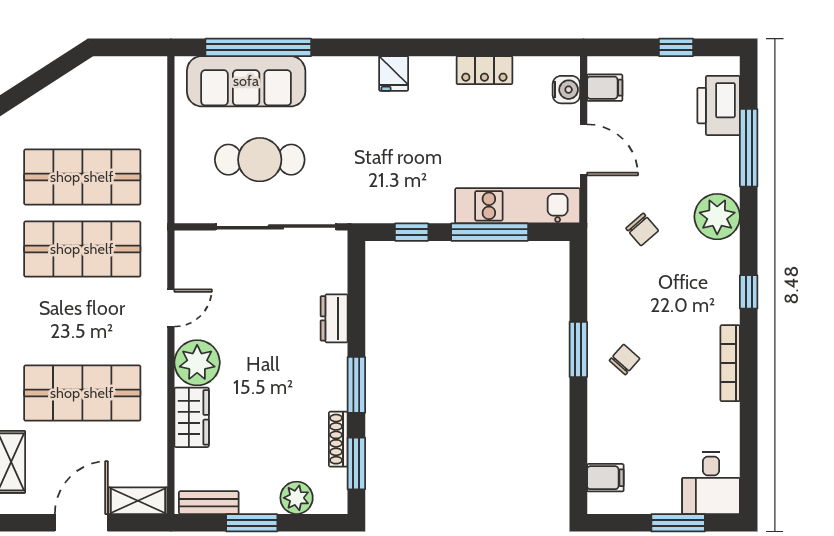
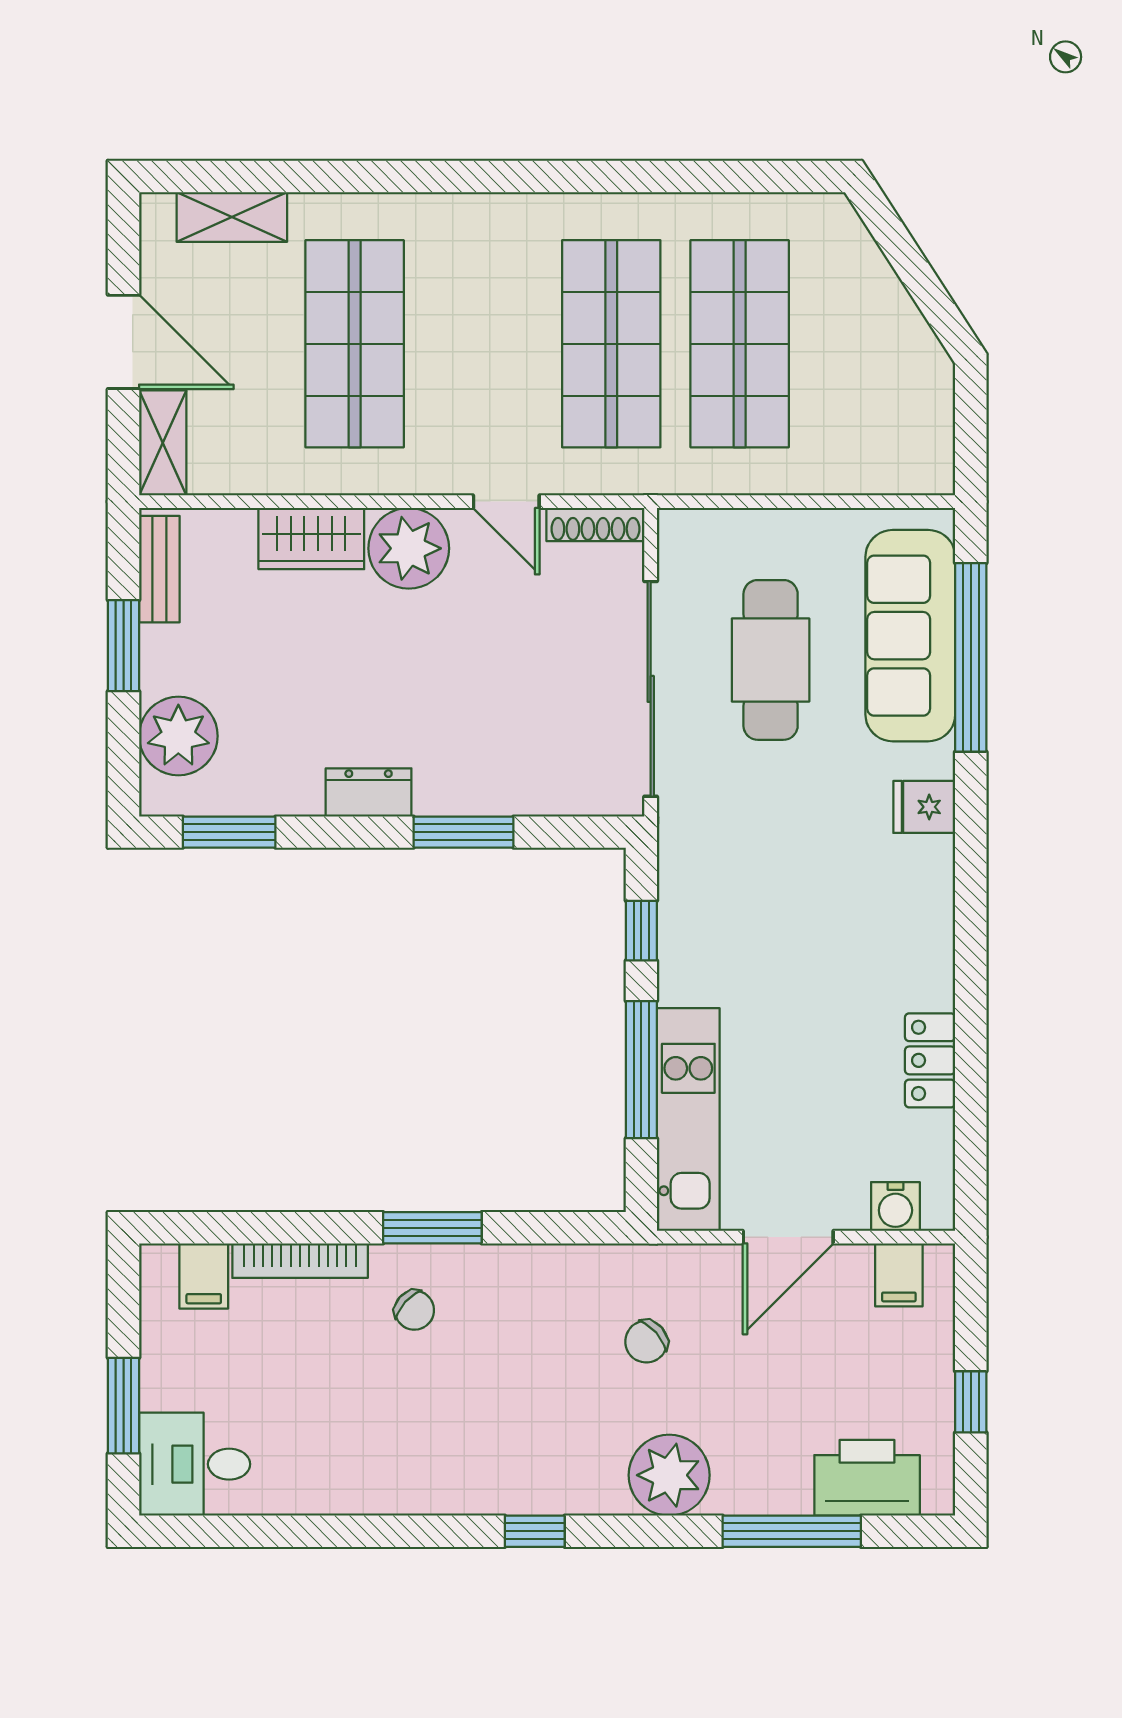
fridge: (394, 73) -> (924, 807), moved
dresser: (334, 318) -> (369, 792), moved
bookcase: (730, 363) -> (300, 1261), moved, turned 180
window: (356, 385) -> (463, 832), moved
shoe rack: (338, 439) -> (595, 525), moved, turned 180
plant: (297, 498) -> (178, 736), width x1.36, depth x1.36

